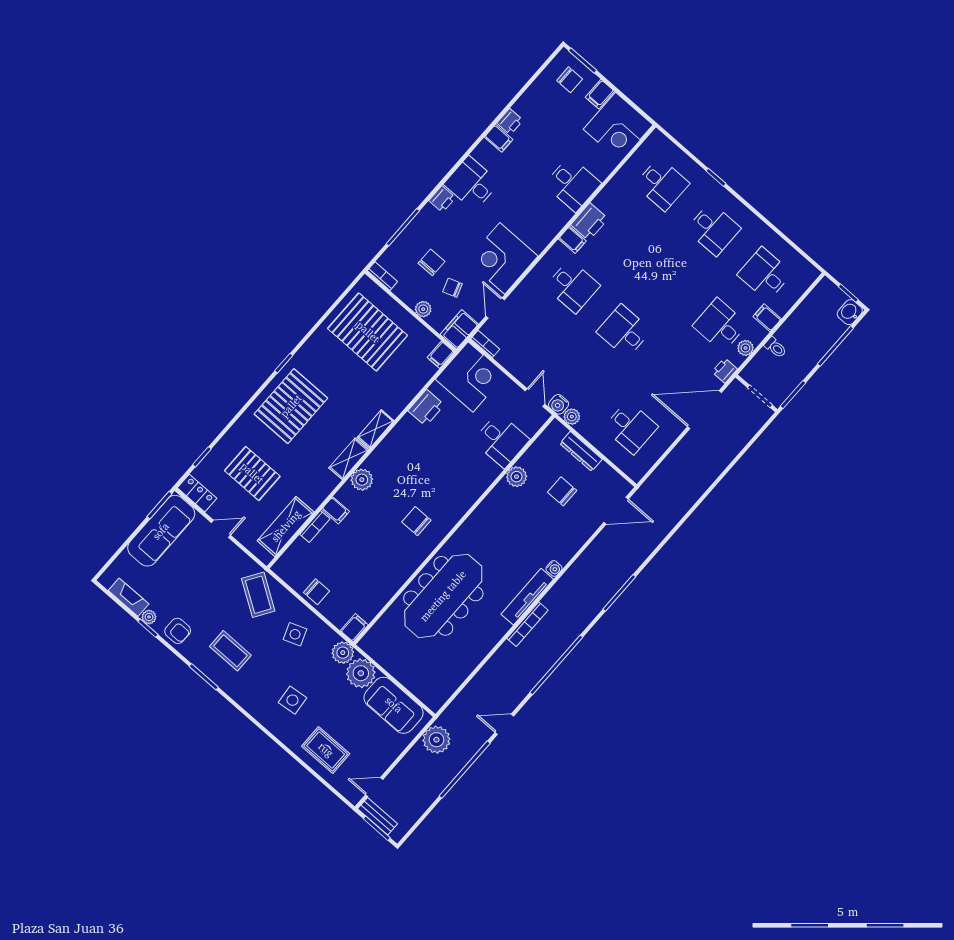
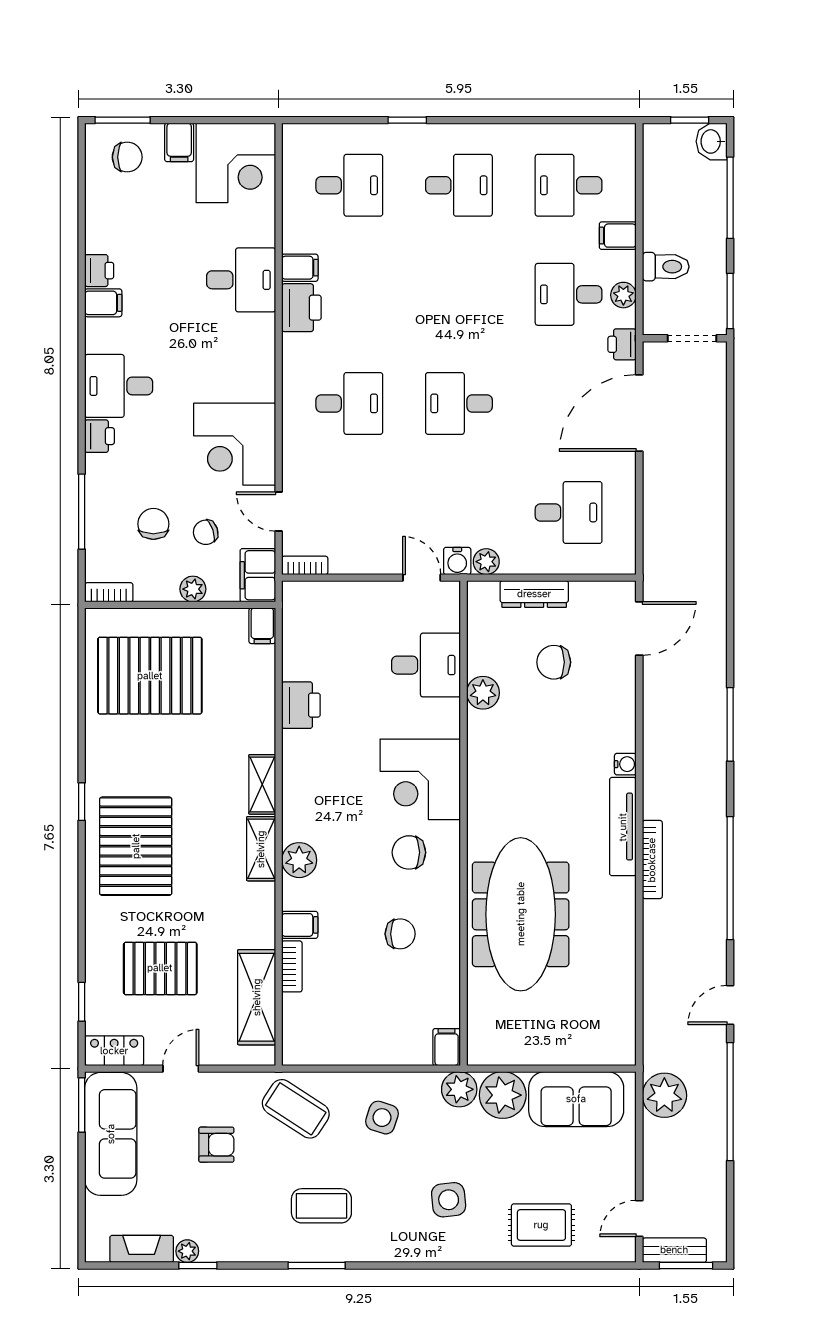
filing cabinet: (572, 240) -> (300, 268), moved
toilet: (775, 347) -> (666, 267), width x1.37, depth x1.39
corner desk: (471, 377) -> (420, 779), moved, turned 180
chair: (317, 592) -> (400, 934), moved
armchair: (178, 631) -> (216, 1145), moved
side table: (295, 634) -> (382, 1118), turned 38

